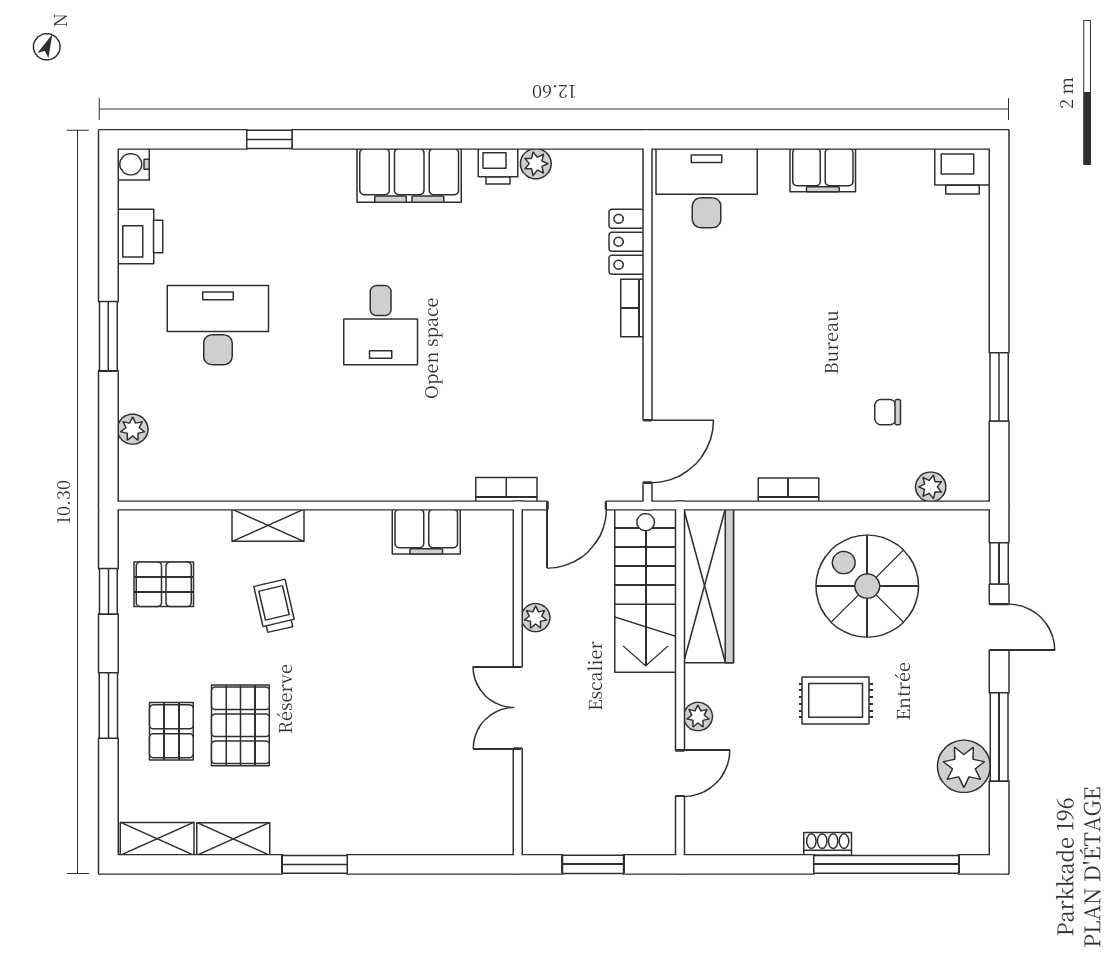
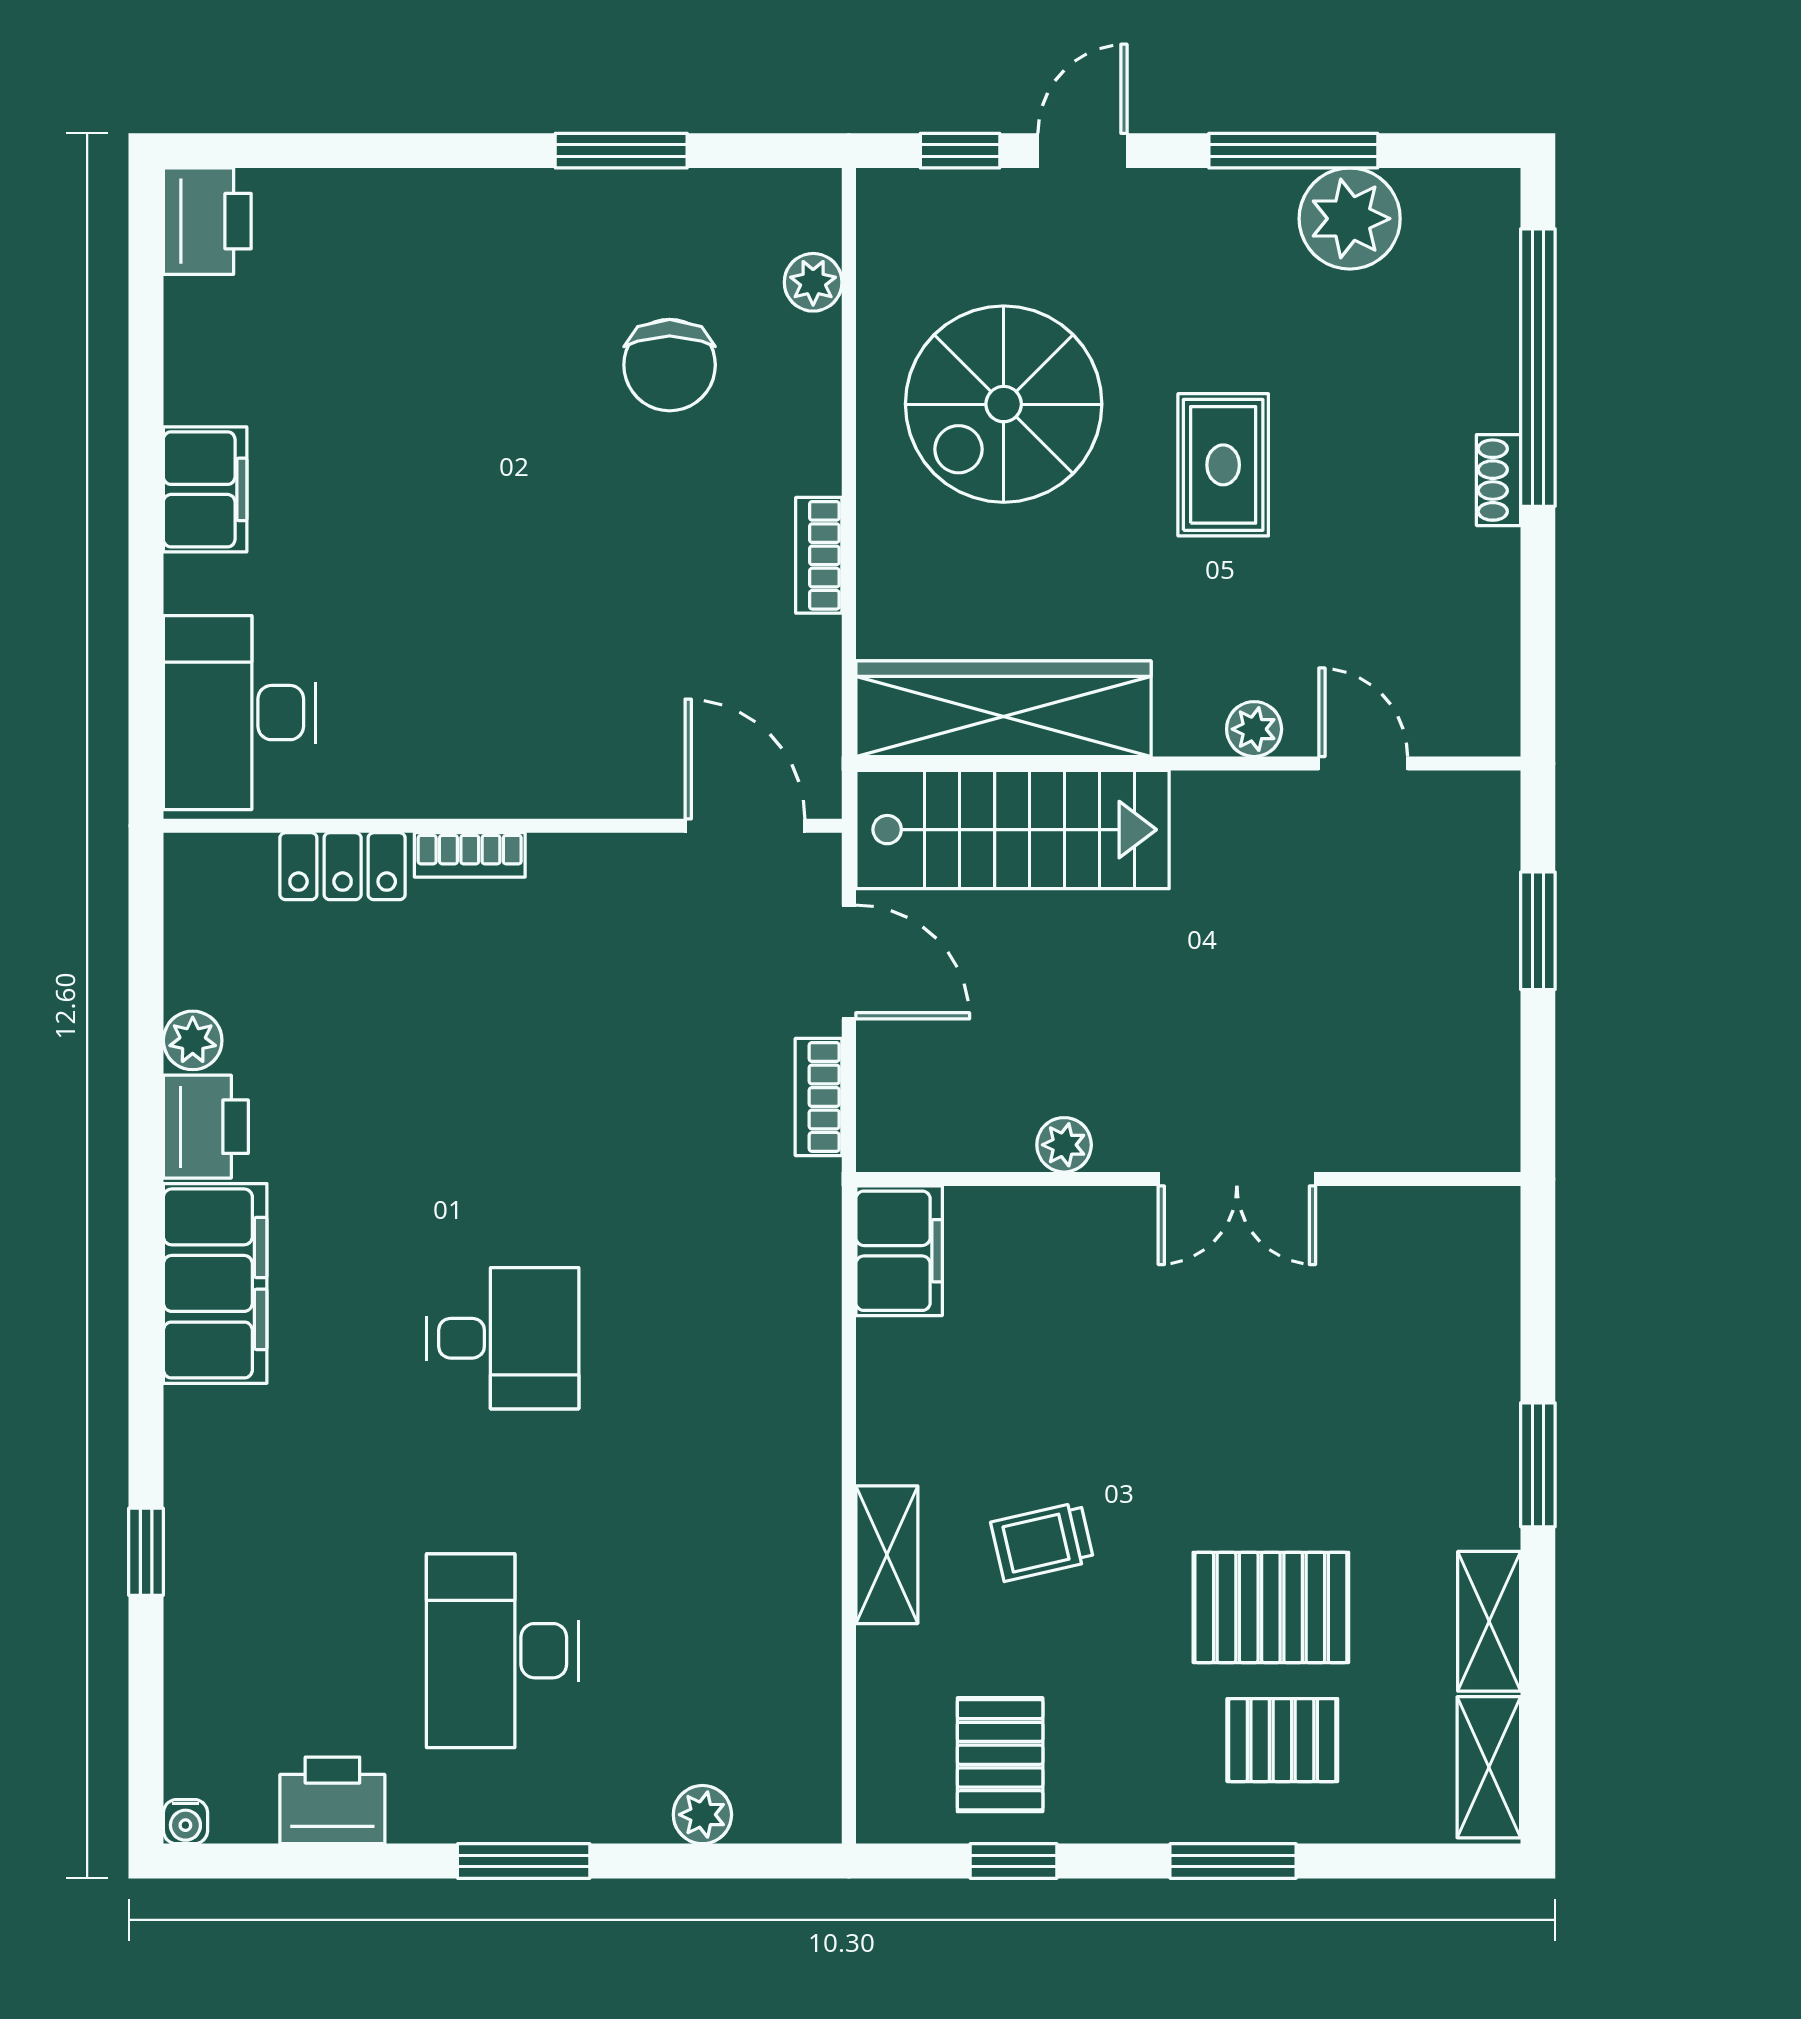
water cooler: (133, 164) -> (185, 1822), width x0.72, depth x0.72
printer: (498, 166) -> (206, 1127), width x1.36, depth x1.24
chair: (888, 412) -> (670, 365), width x1.87, depth x1.87
plant: (536, 618) -> (1064, 1145), moved
wall: (518, 682) -> (1188, 1179), moved
double door: (518, 708) -> (1237, 1179), moved

